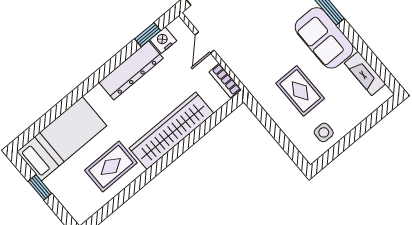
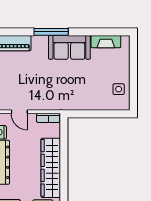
rug: (300, 91) -> (87, 83), removed

